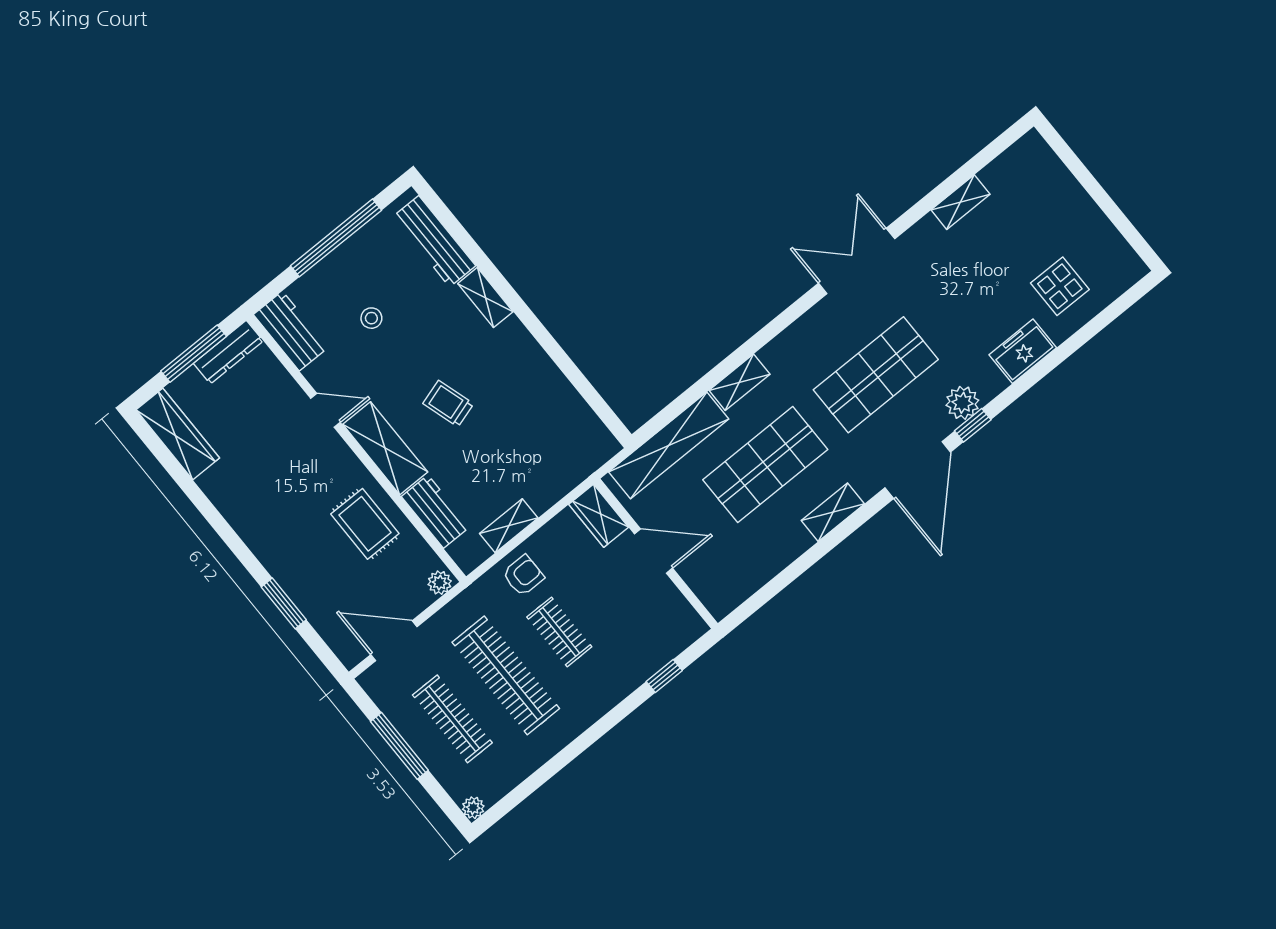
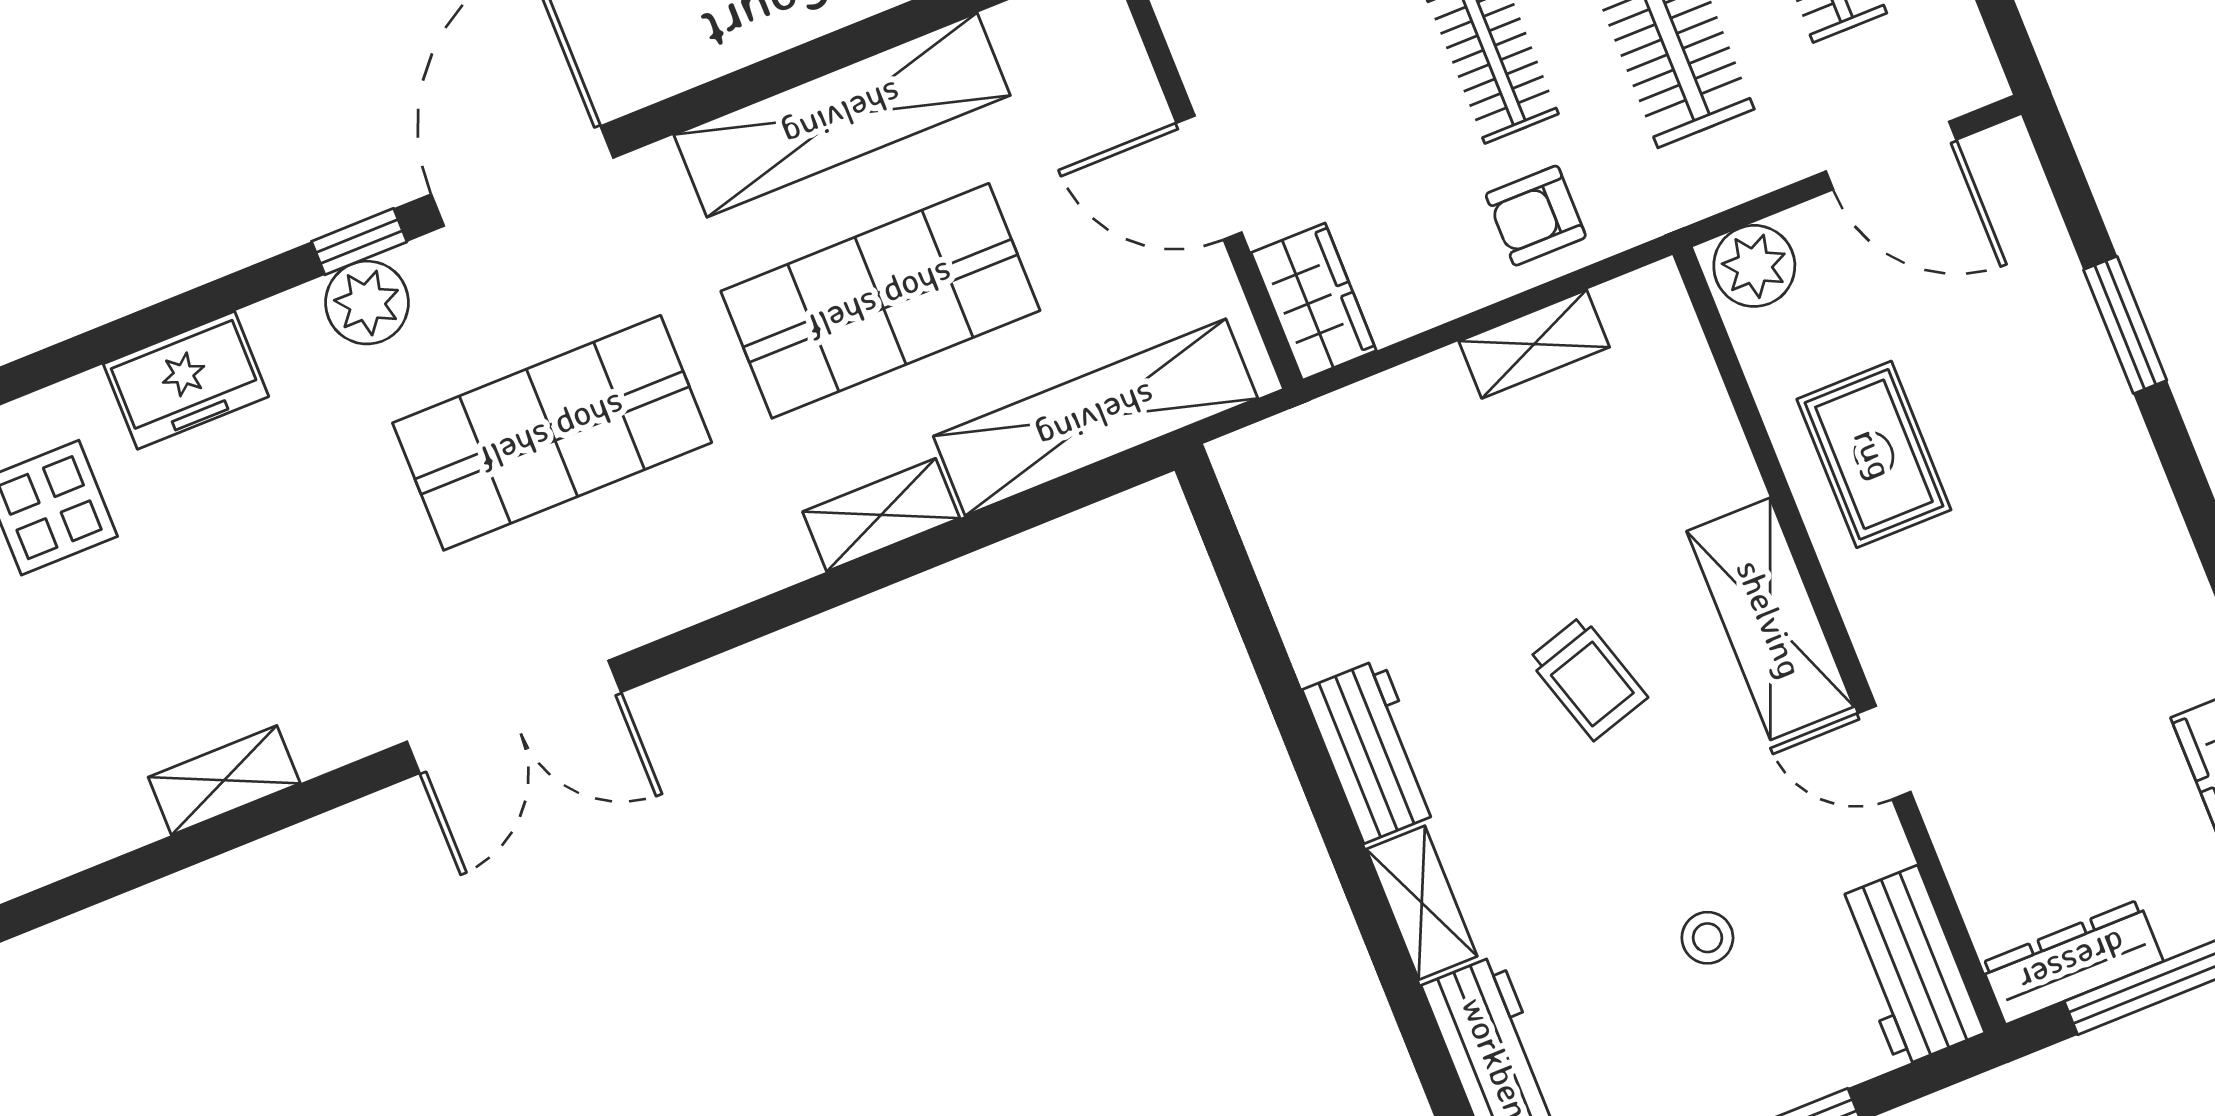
workbench: (436, 512) -> (1373, 751), moved, turned 180
shelving: (833, 512) -> (842, 115), width x2.20, depth x1.33
plant: (440, 583) -> (1754, 266), width x1.38, depth x1.38

